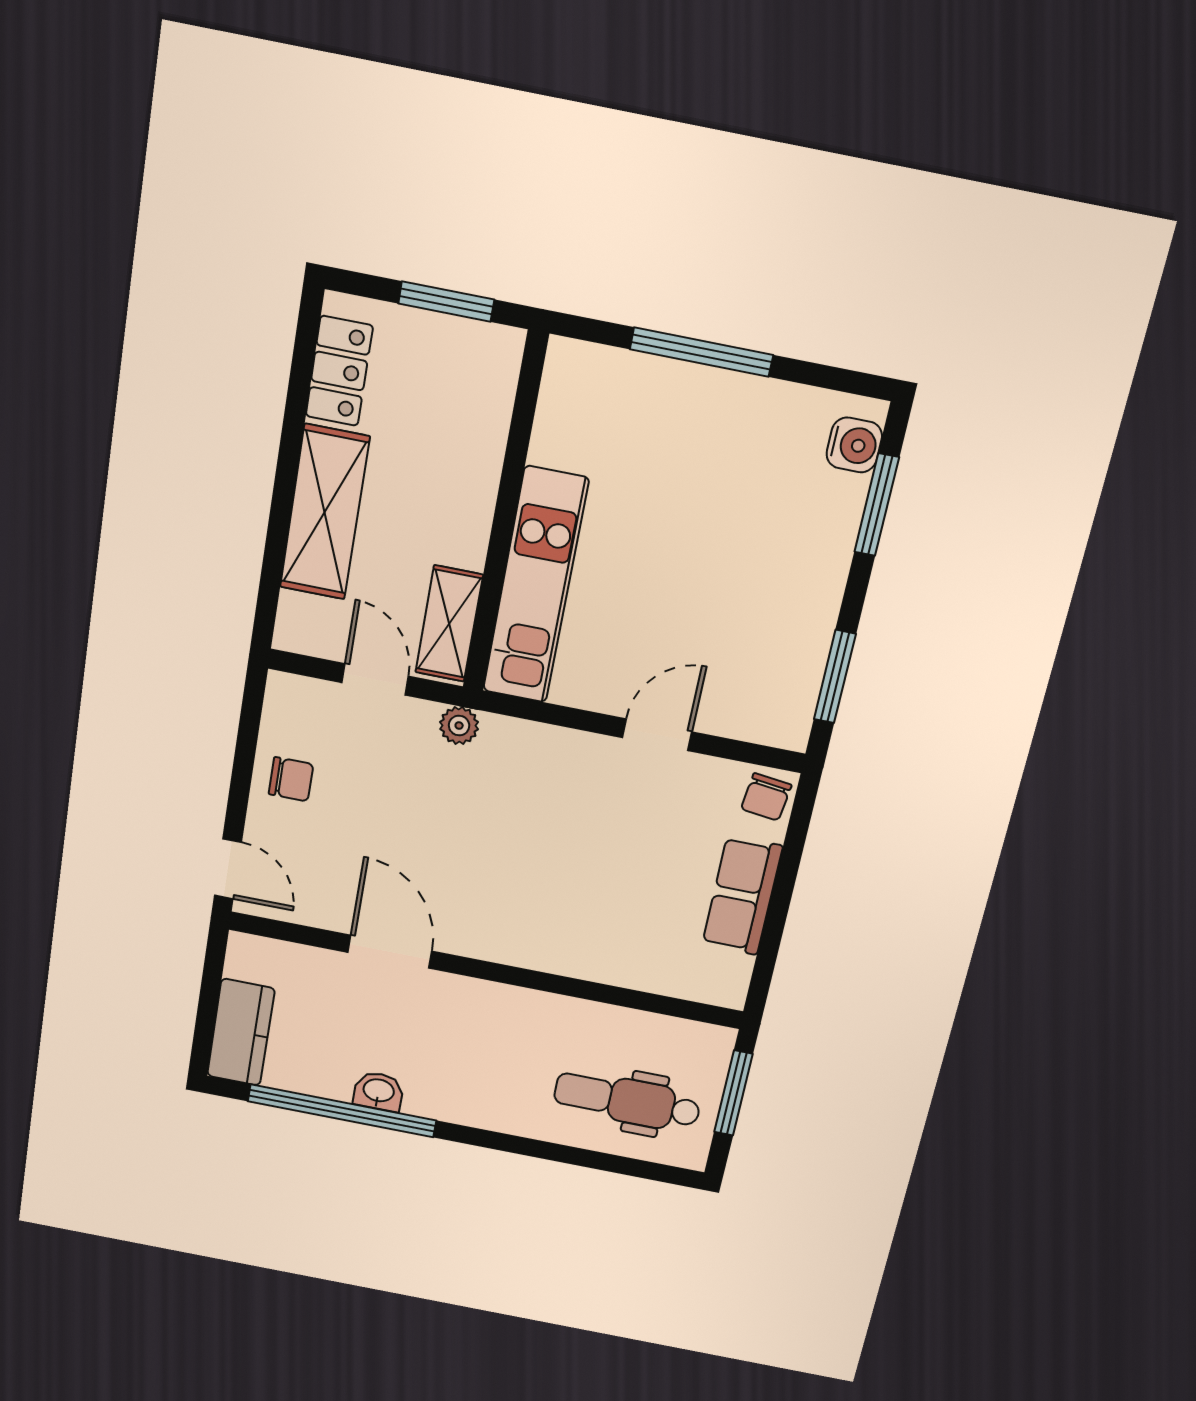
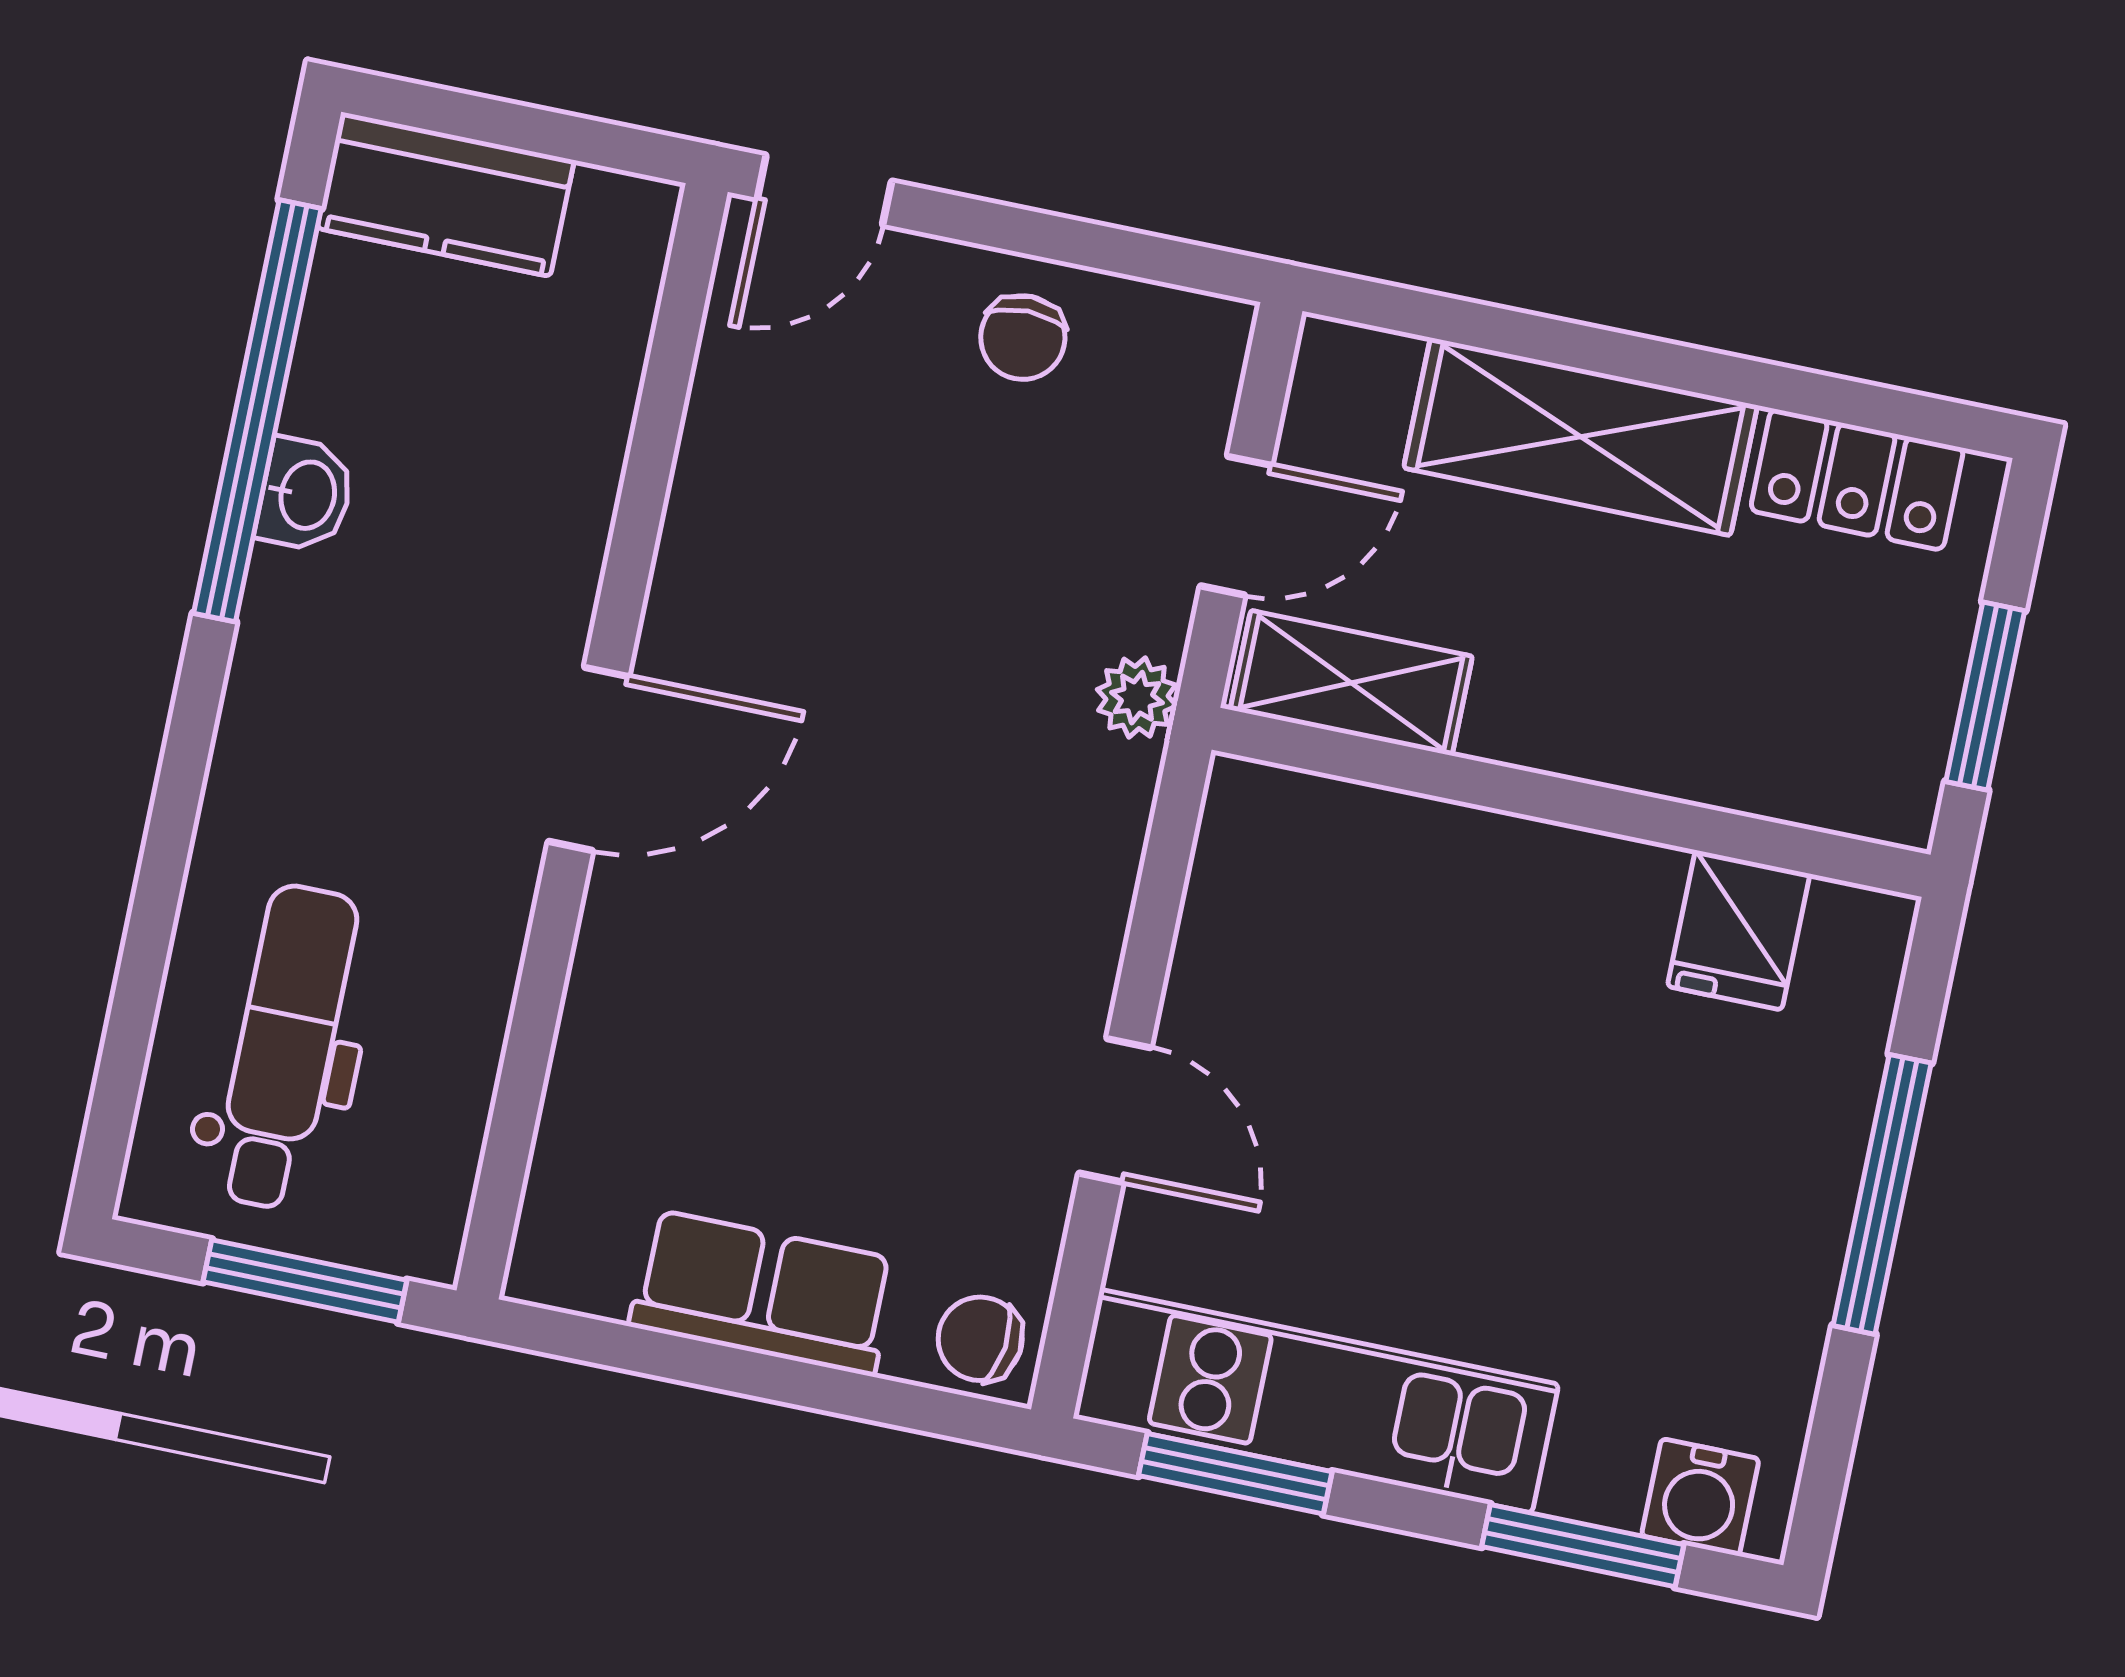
fridge: (567, 429) -> (1739, 930), added
kitchen unit: (535, 586) -> (1316, 1401), moved, turned 180
door: (390, 952) -> (588, 759), moved

